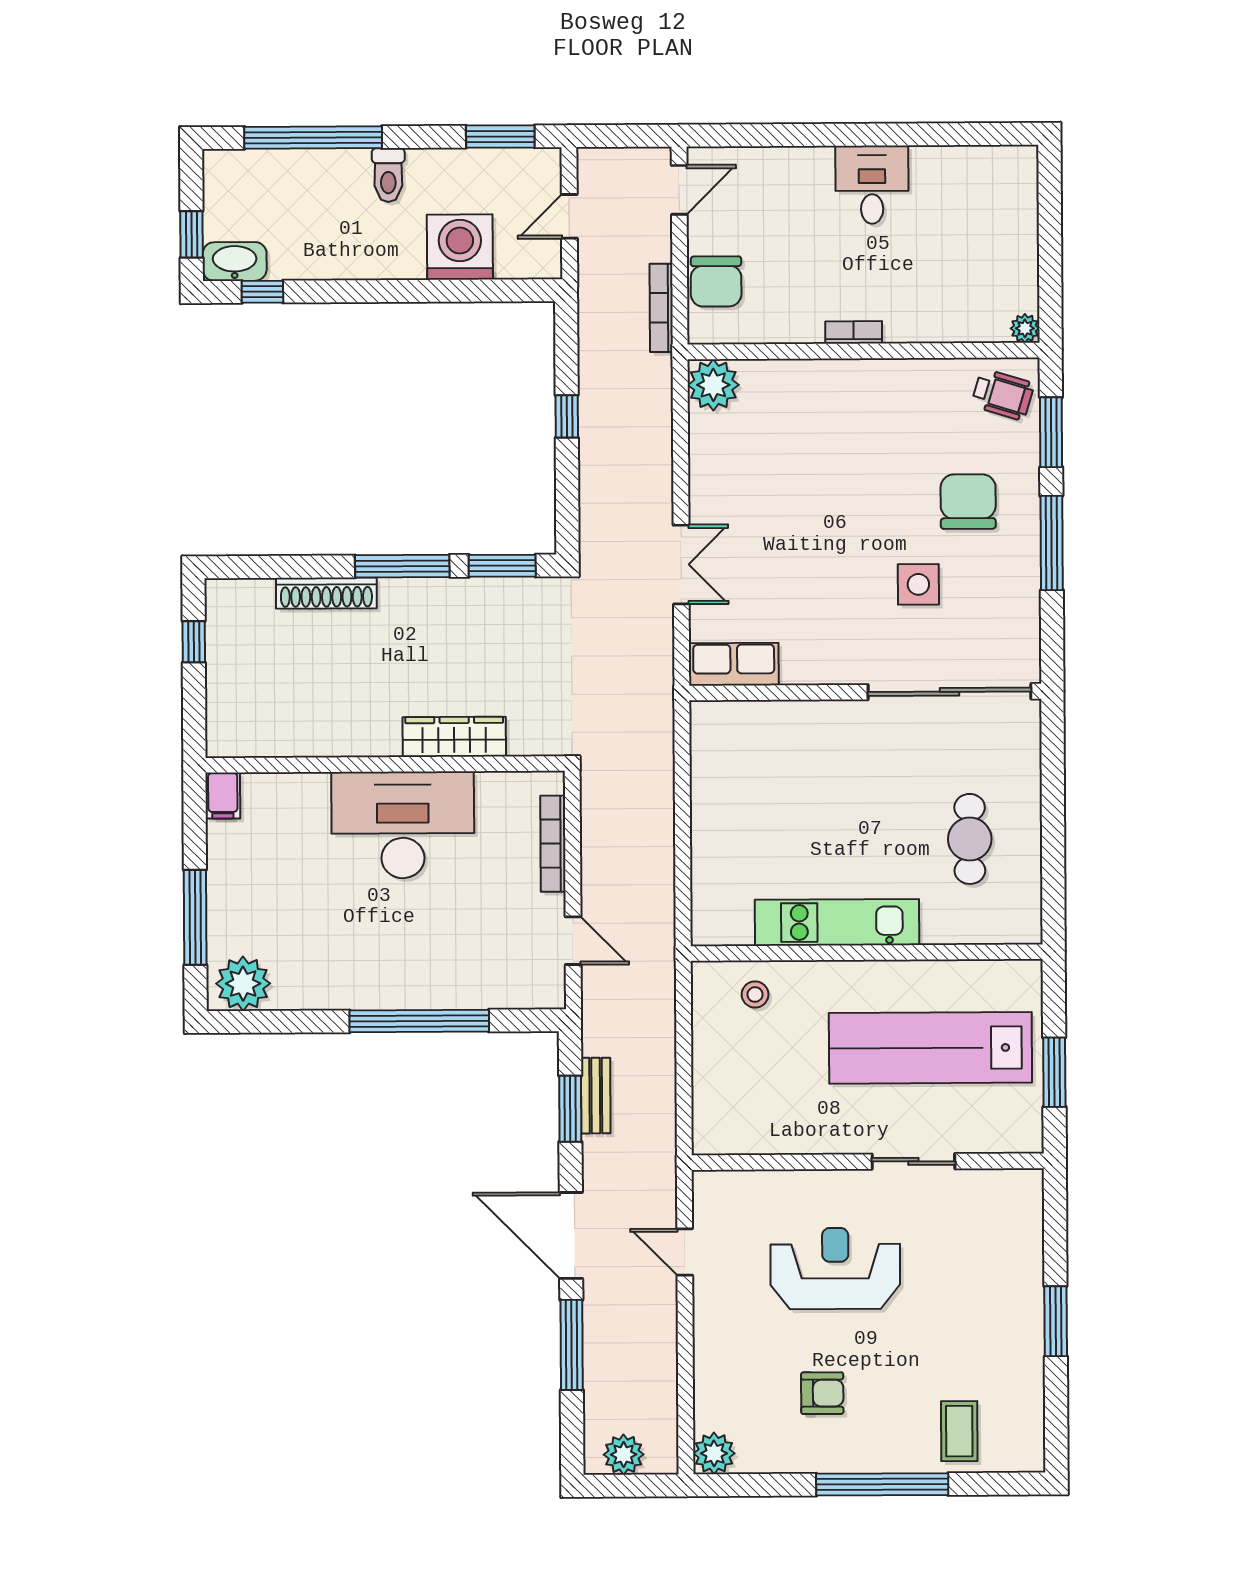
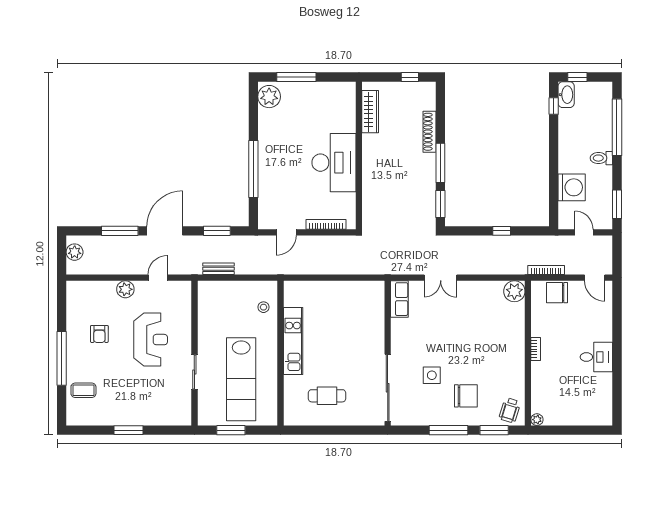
wardrobe: (454, 737) -> (370, 112), moved
filing cabinet: (223, 796) -> (346, 89), removed
lab bench: (930, 1048) -> (241, 379), turned 180
bench: (596, 1096) -> (218, 269), moved
plant: (714, 1453) -> (125, 289), moved

